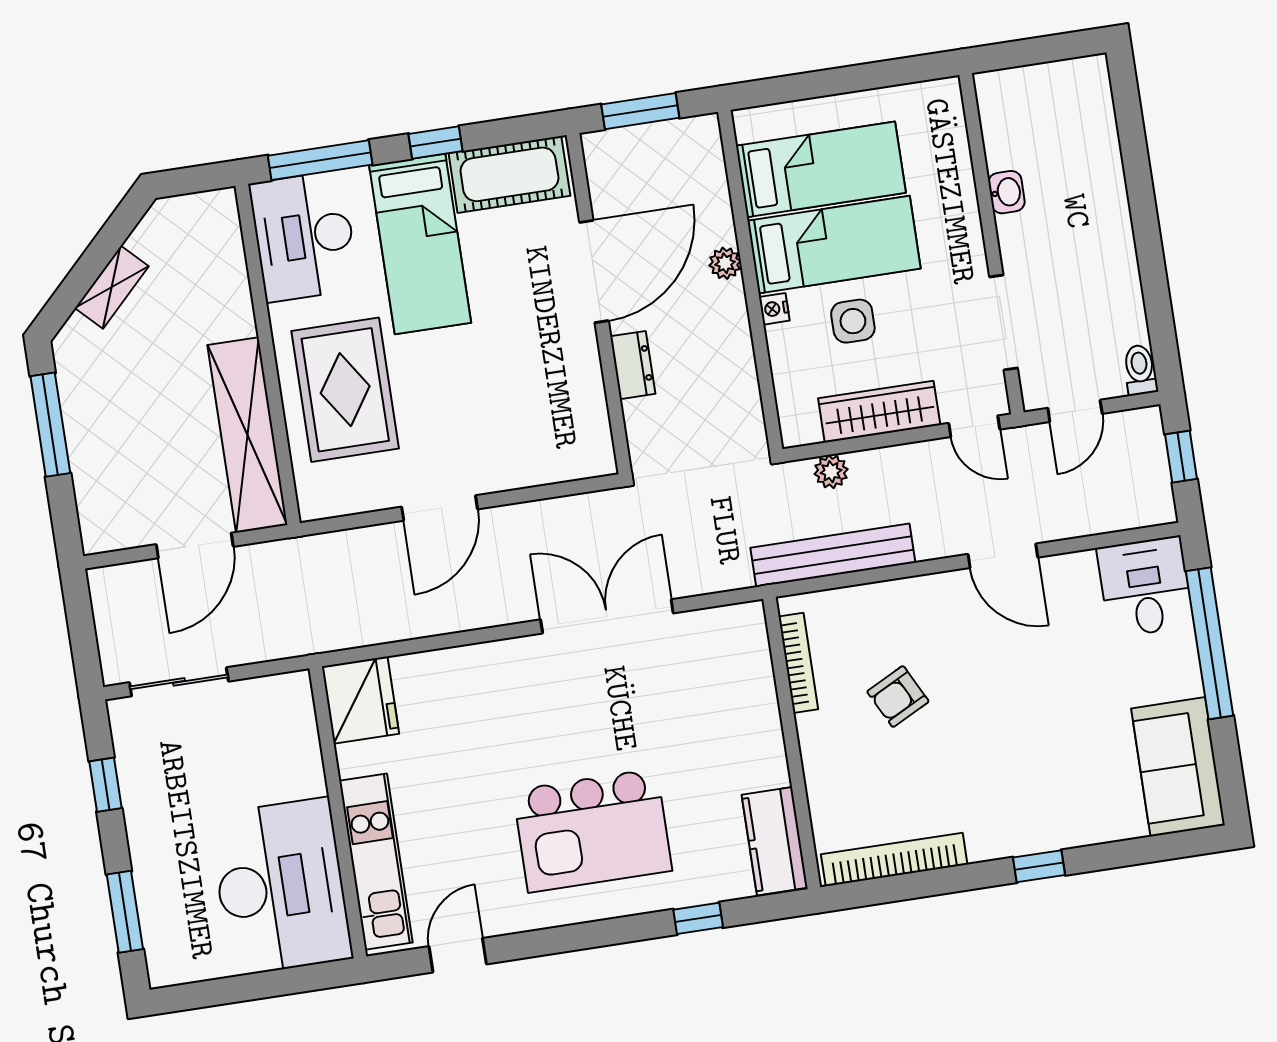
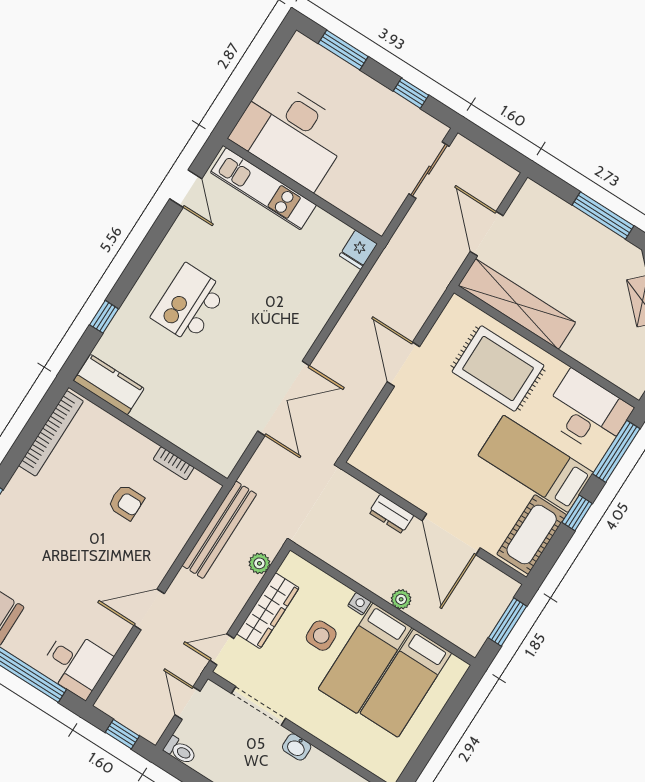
washbasin: (1007, 192) -> (297, 747), moved
bookcase: (798, 663) -> (174, 463), width x0.64
armchair: (898, 697) -> (126, 502), turned 117
fridge: (360, 700) -> (358, 250), width x0.53, depth x0.75
kitchen island: (592, 831) -> (189, 303), width x0.73, depth x0.78

